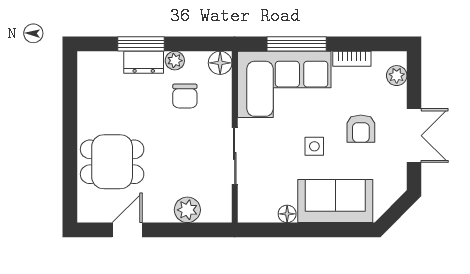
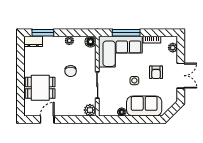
window: (141, 44) -> (43, 33), moved
dresser: (144, 62) -> (33, 41), moved
chair: (185, 96) -> (71, 71), moved
plant: (187, 210) -> (90, 110), moved

